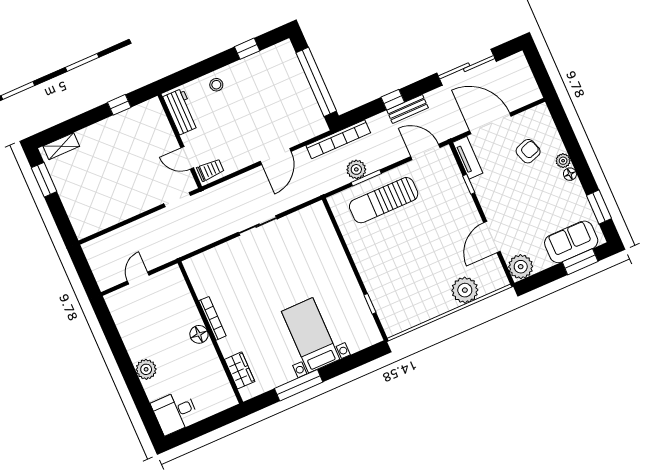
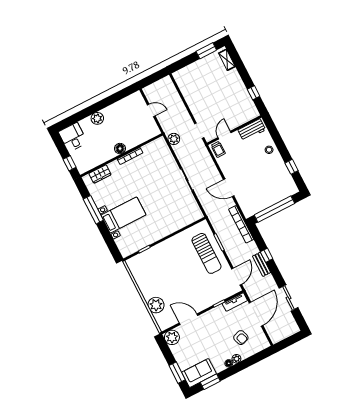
sliding door: (467, 67) -> (289, 298), width x0.73
plant: (356, 169) -> (174, 139), moved
sun lounger: (384, 200) -> (207, 253), turned 180
sofa: (571, 242) -> (199, 373), moved, turned -90
window: (218, 420) -> (70, 163), added

